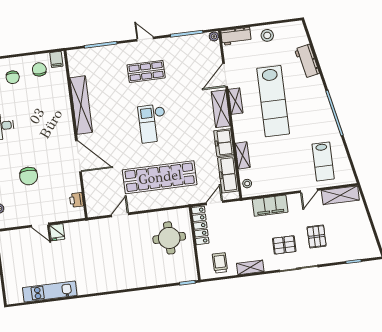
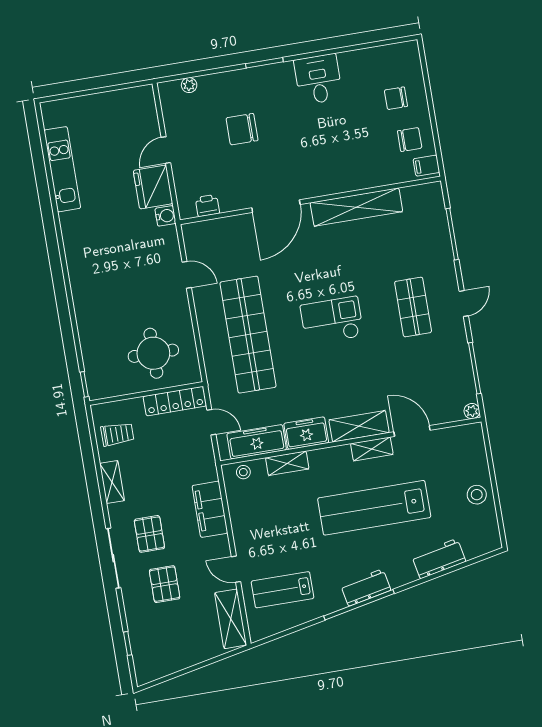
workbench: (236, 36) -> (366, 588), moved, turned 79
water cooler: (82, 227) -> (165, 216), added
fridge: (57, 232) -> (153, 187), width x1.88, depth x1.34
pallet: (317, 236) -> (165, 584), turned 90

